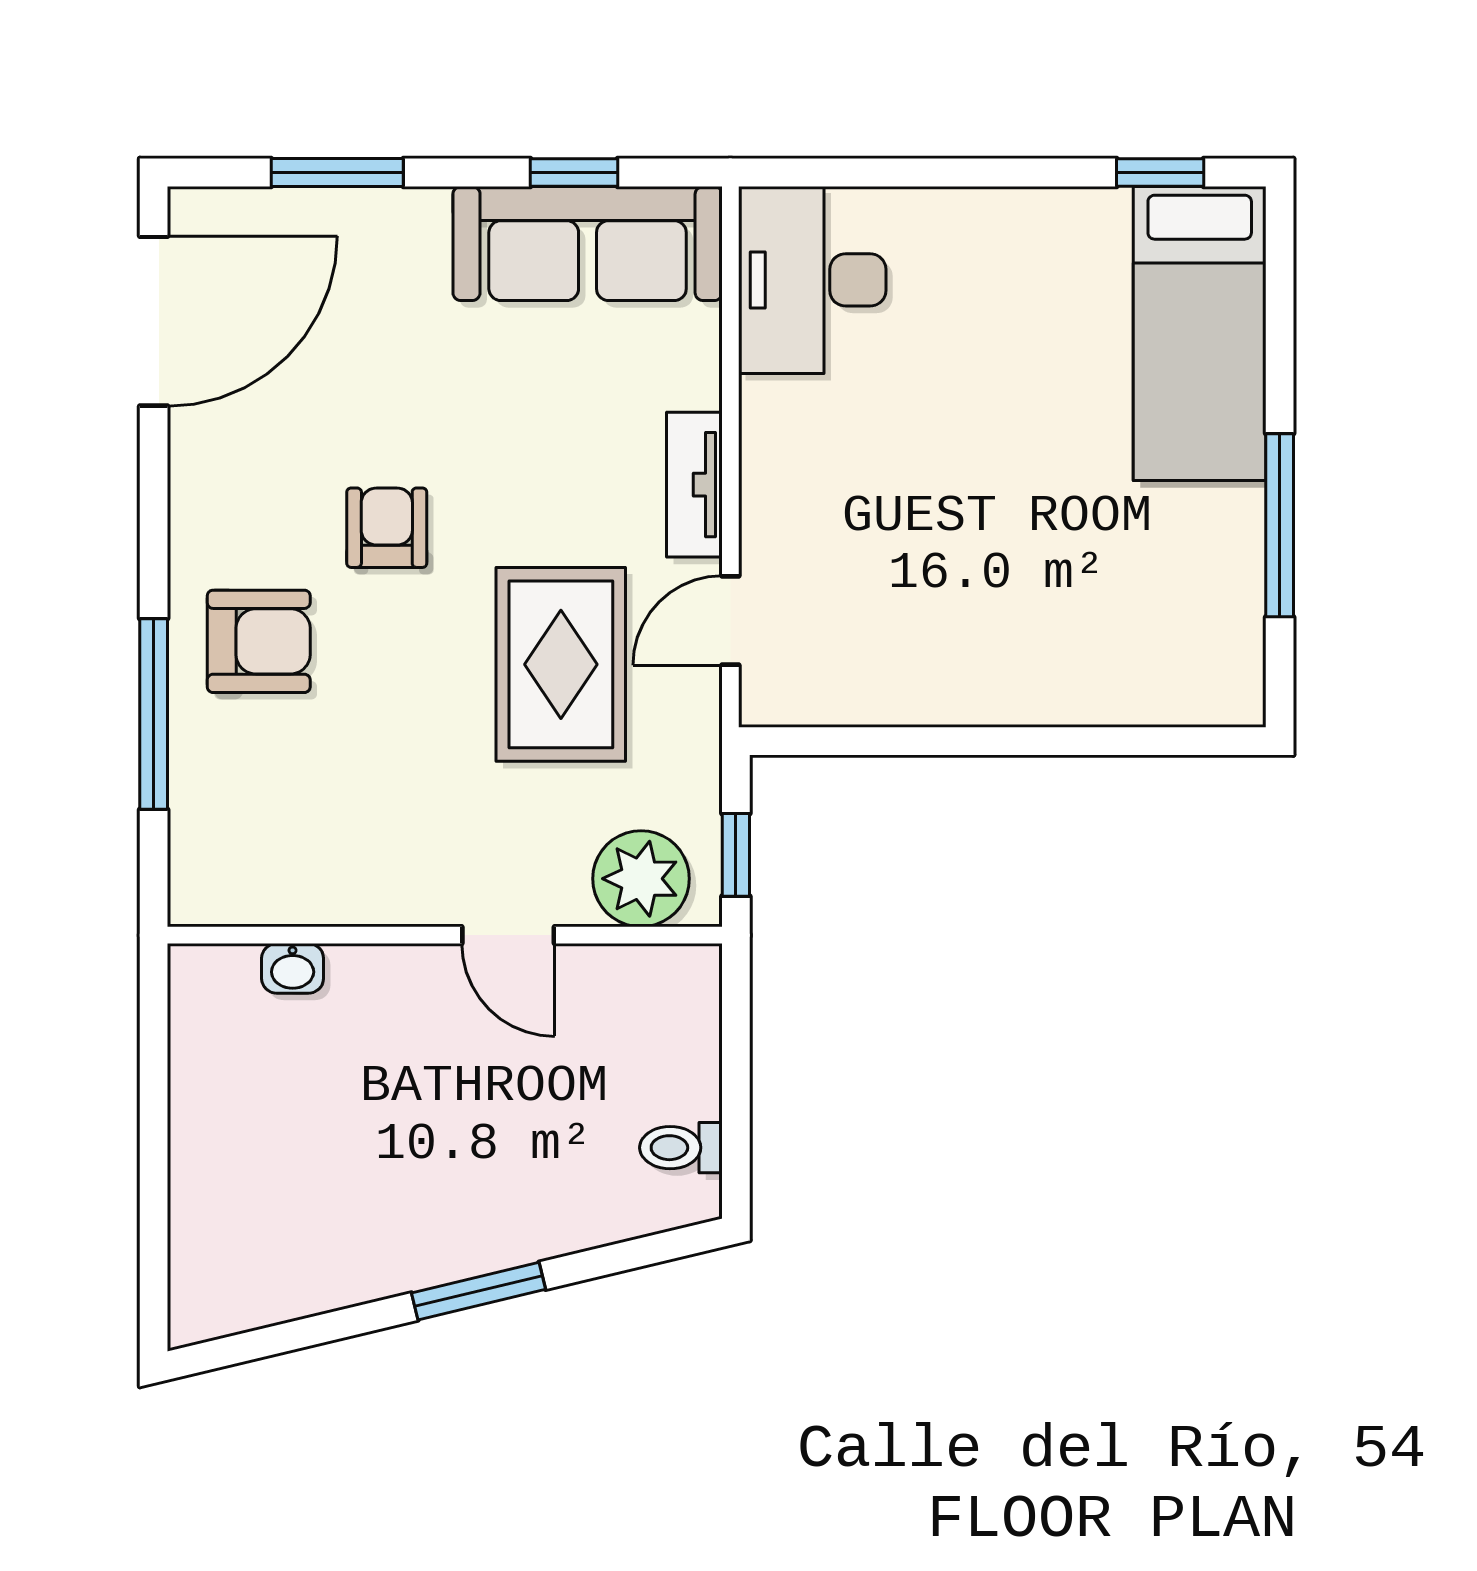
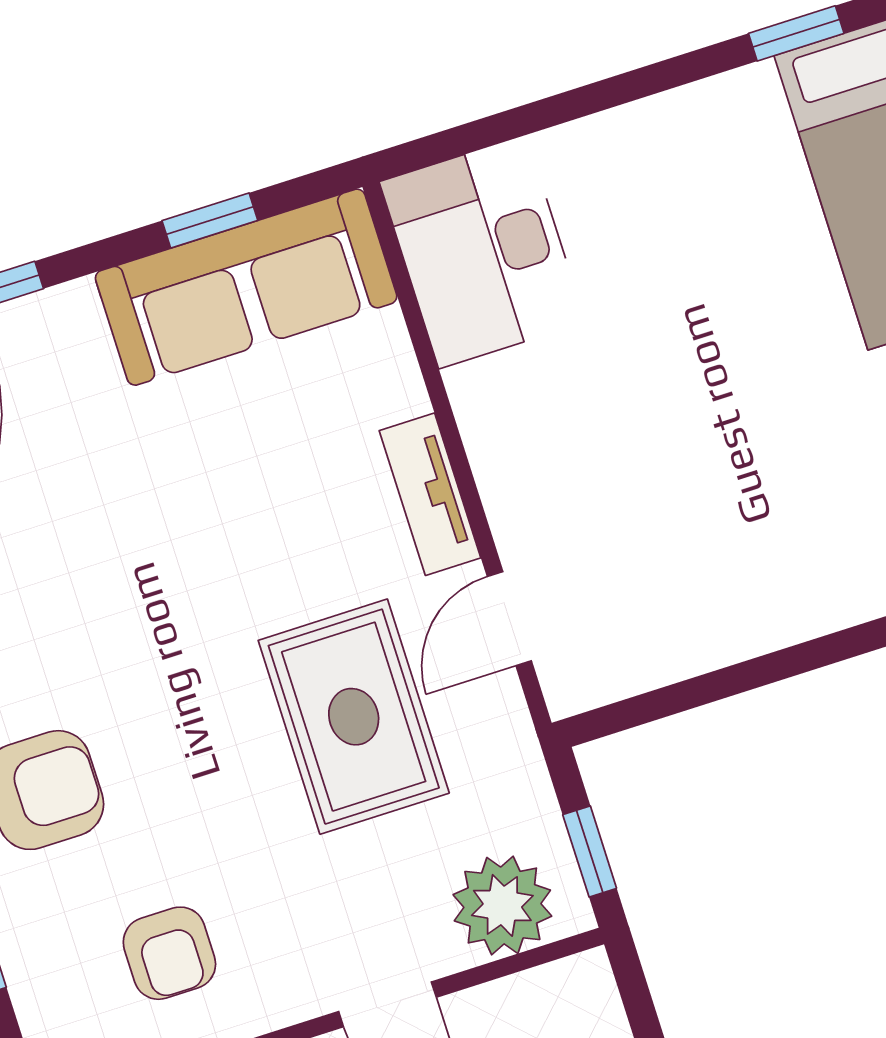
armchair: (387, 528) -> (169, 953), moved, turned 180

